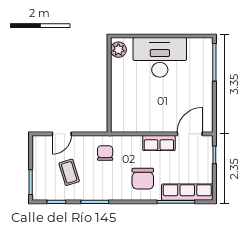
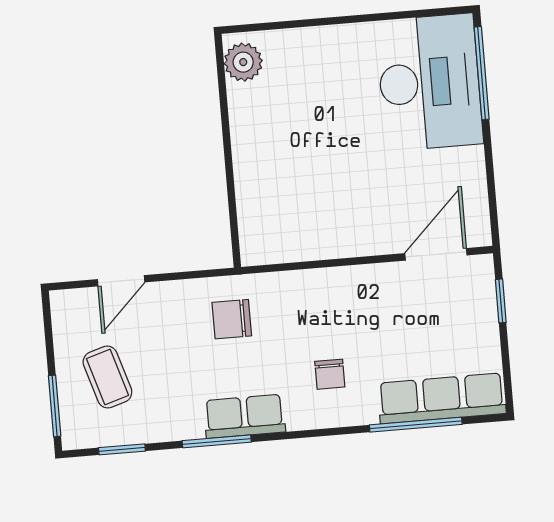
desk: (160, 57) -> (429, 82), moved, turned 90
row of seats: (159, 143) -> (245, 416), moved, turned 180
chair: (105, 153) -> (232, 319), turned -90
coffee table: (69, 172) -> (107, 377), moved
chair: (143, 179) -> (330, 374), width x0.54, depth x0.54

